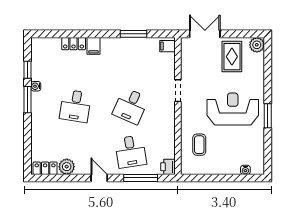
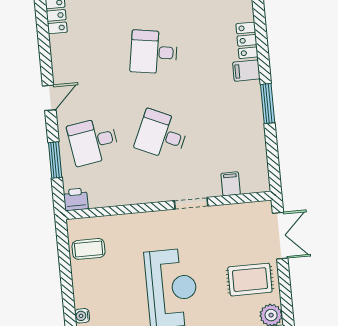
window: (134, 34) -> (268, 104), moved
filing cabinet: (167, 46) -> (231, 184), moved
coffee table: (199, 145) -> (89, 249), moved
plant: (67, 167) -> (62, 47), removed
window: (141, 178) -> (55, 160), width x0.69

